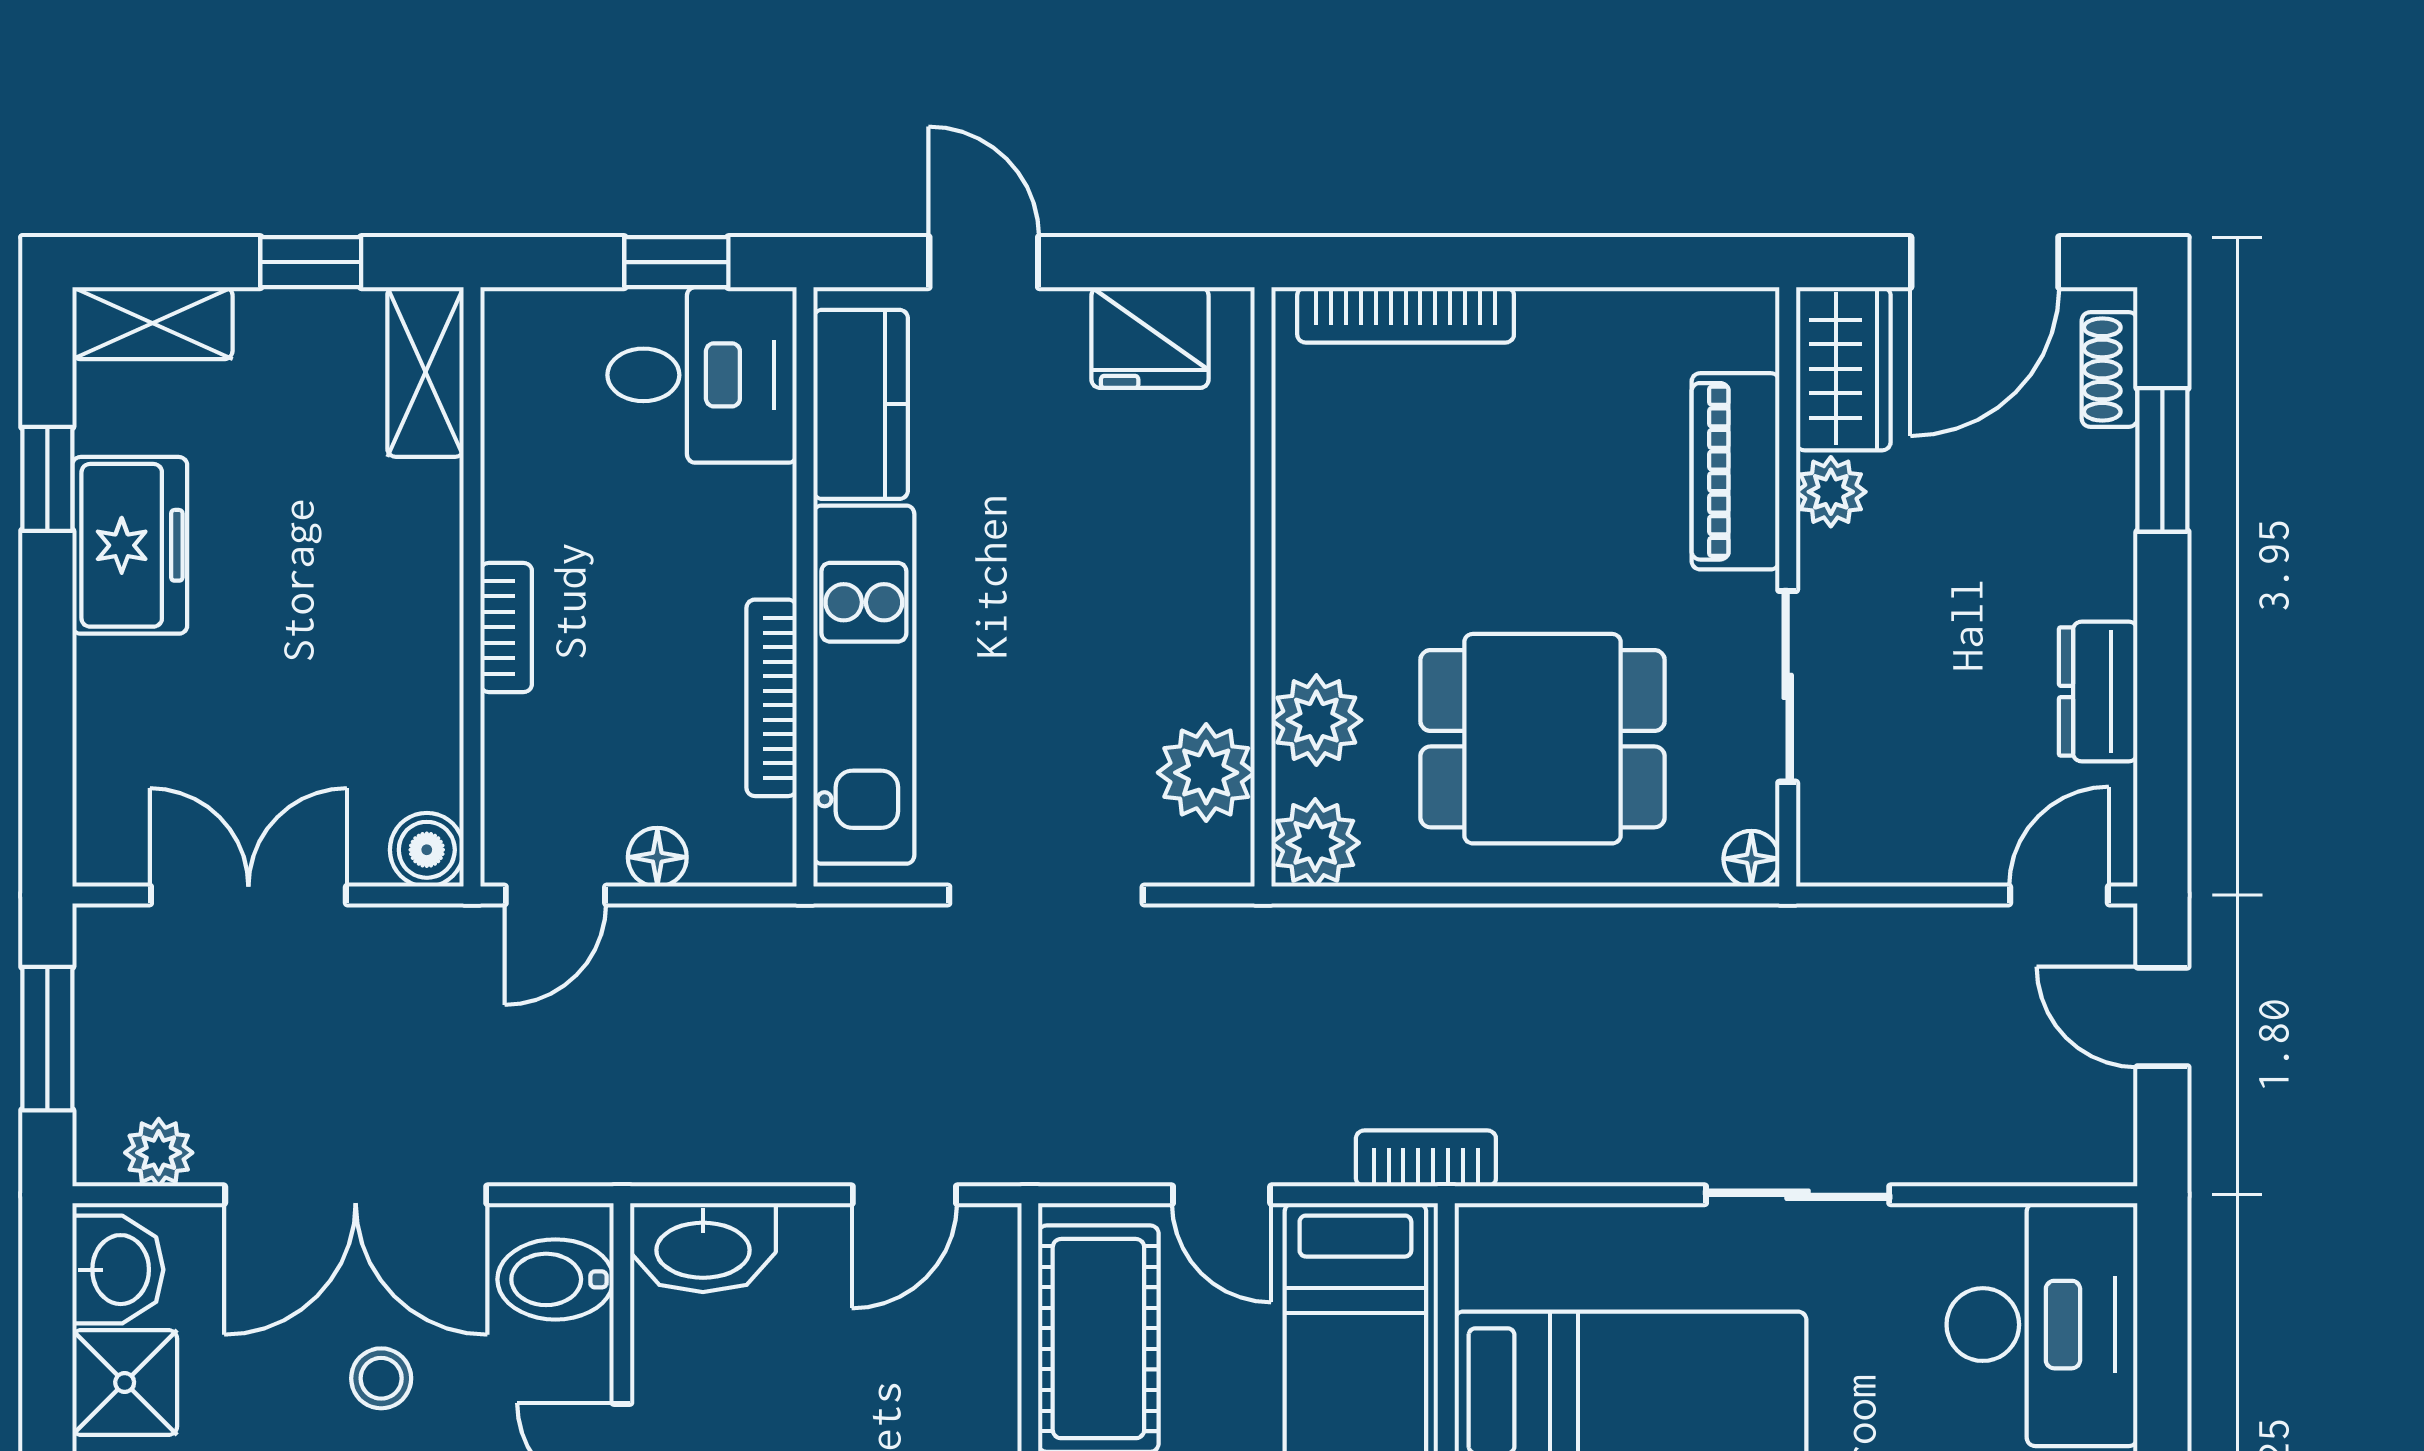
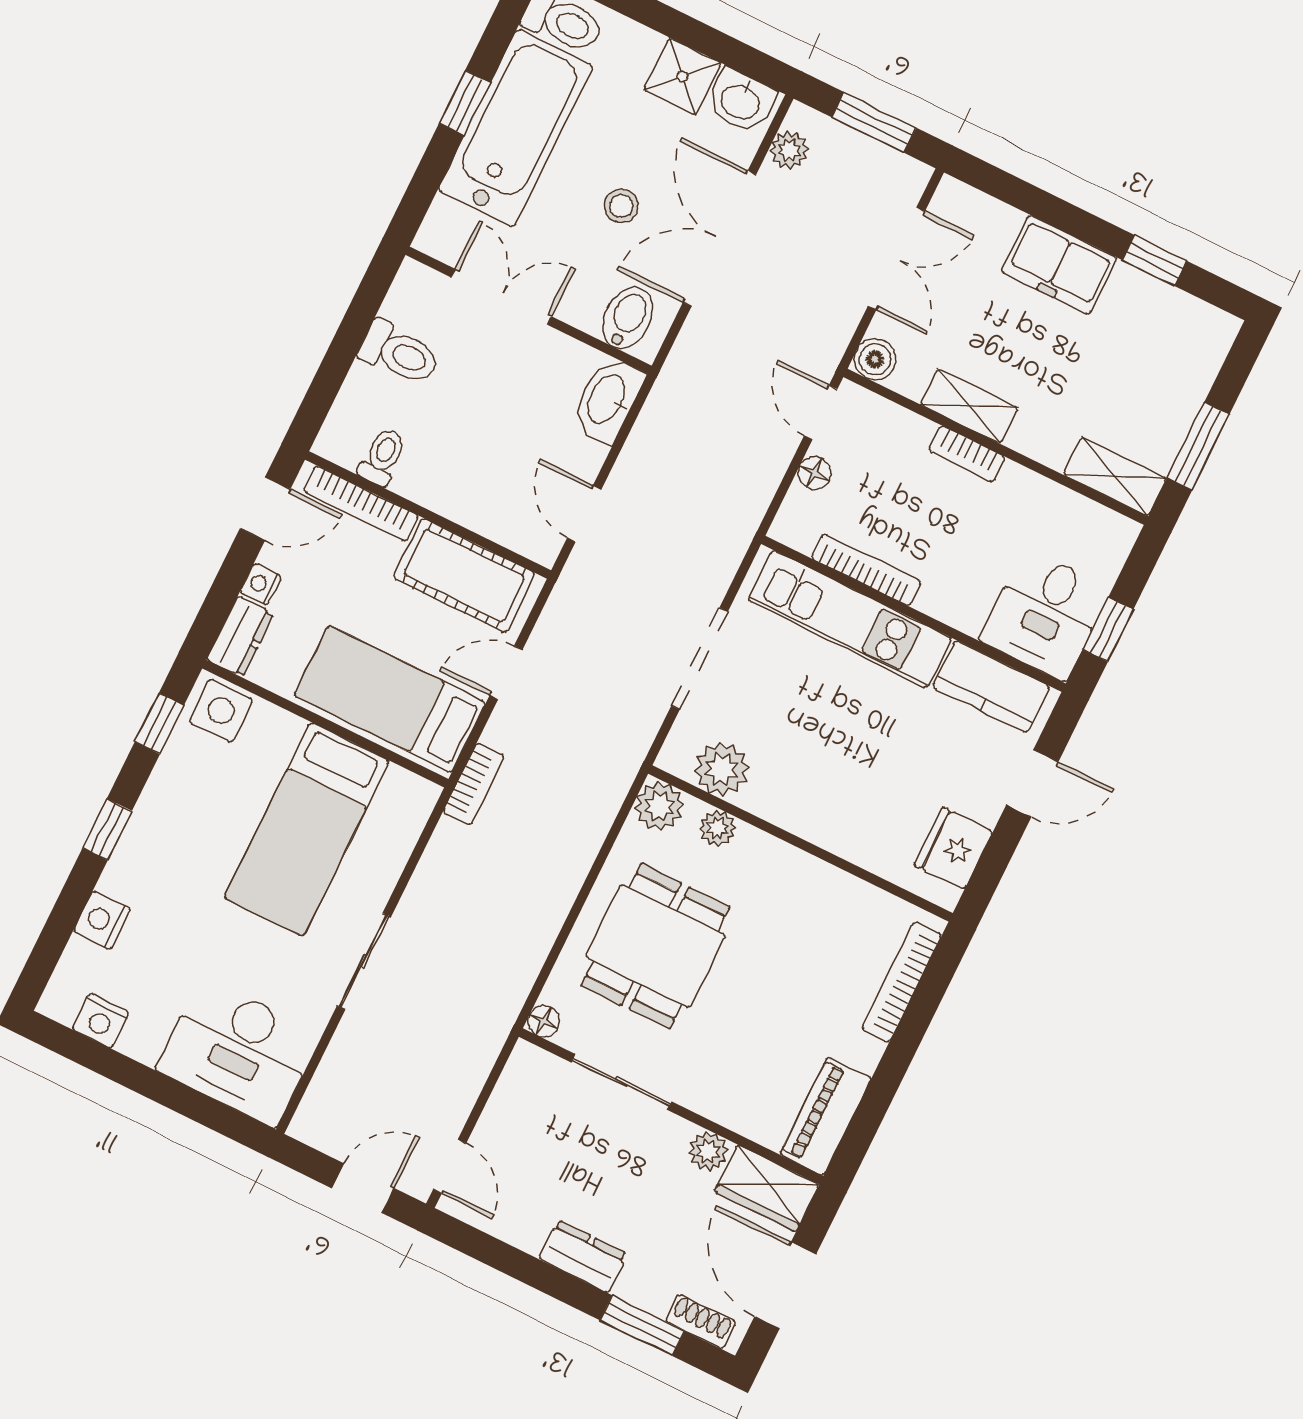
window: (311, 262) -> (1198, 446), width x1.50
shelving: (152, 323) -> (969, 406), moved, turned 90
piano: (1735, 471) -> (826, 1116), moved, turned -90
freezer: (130, 545) -> (1059, 265), moved
dresser: (2098, 691) -> (583, 1257), moved
plant: (1316, 720) -> (717, 828), width x0.73, depth x0.73

